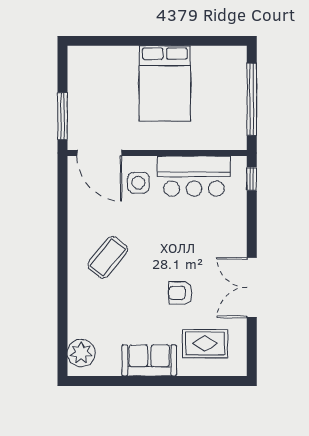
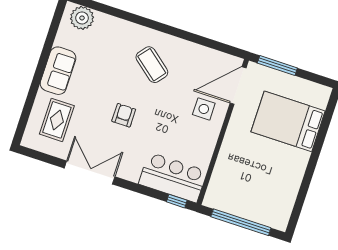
bed: (165, 84) -> (288, 121), moved
bar counter: (194, 176) -> (173, 177), moved, turned 90
armchair: (180, 293) -> (124, 115), moved

